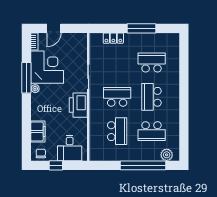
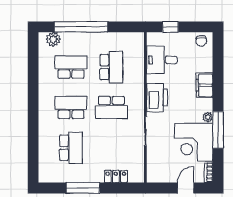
school desk: (152, 63) -> (71, 148), turned -90
school desk: (152, 97) -> (71, 107), turned -90
school desk: (117, 131) -> (111, 67), turned 180
filing cabinet: (38, 132) -> (204, 85), moved
desk: (70, 148) -> (162, 60), moved, turned -90
window: (56, 165) -> (170, 27), moved

